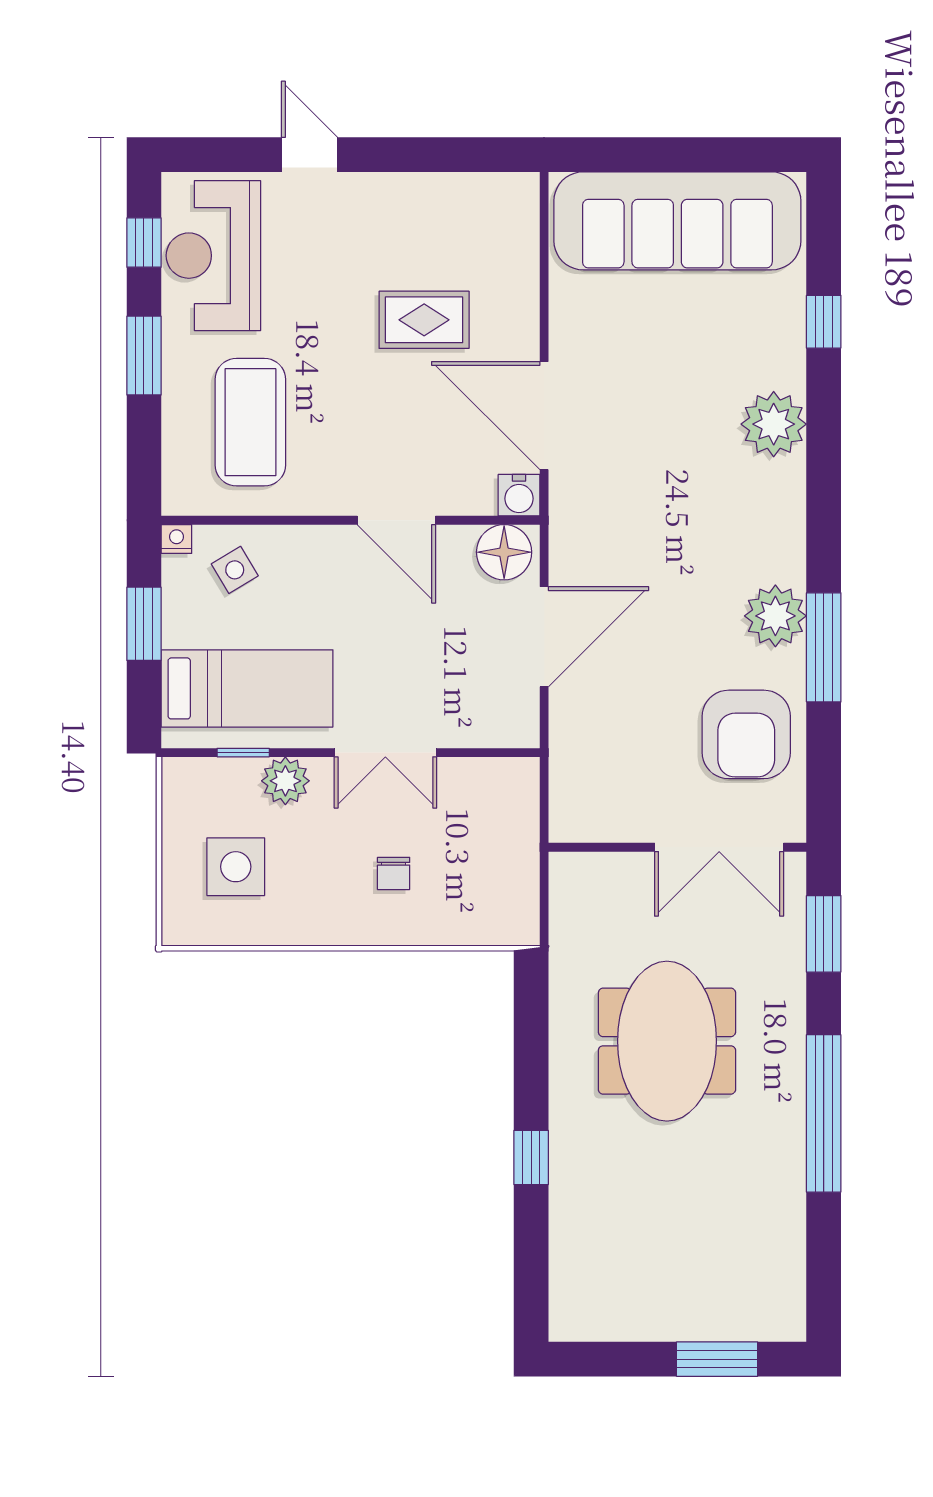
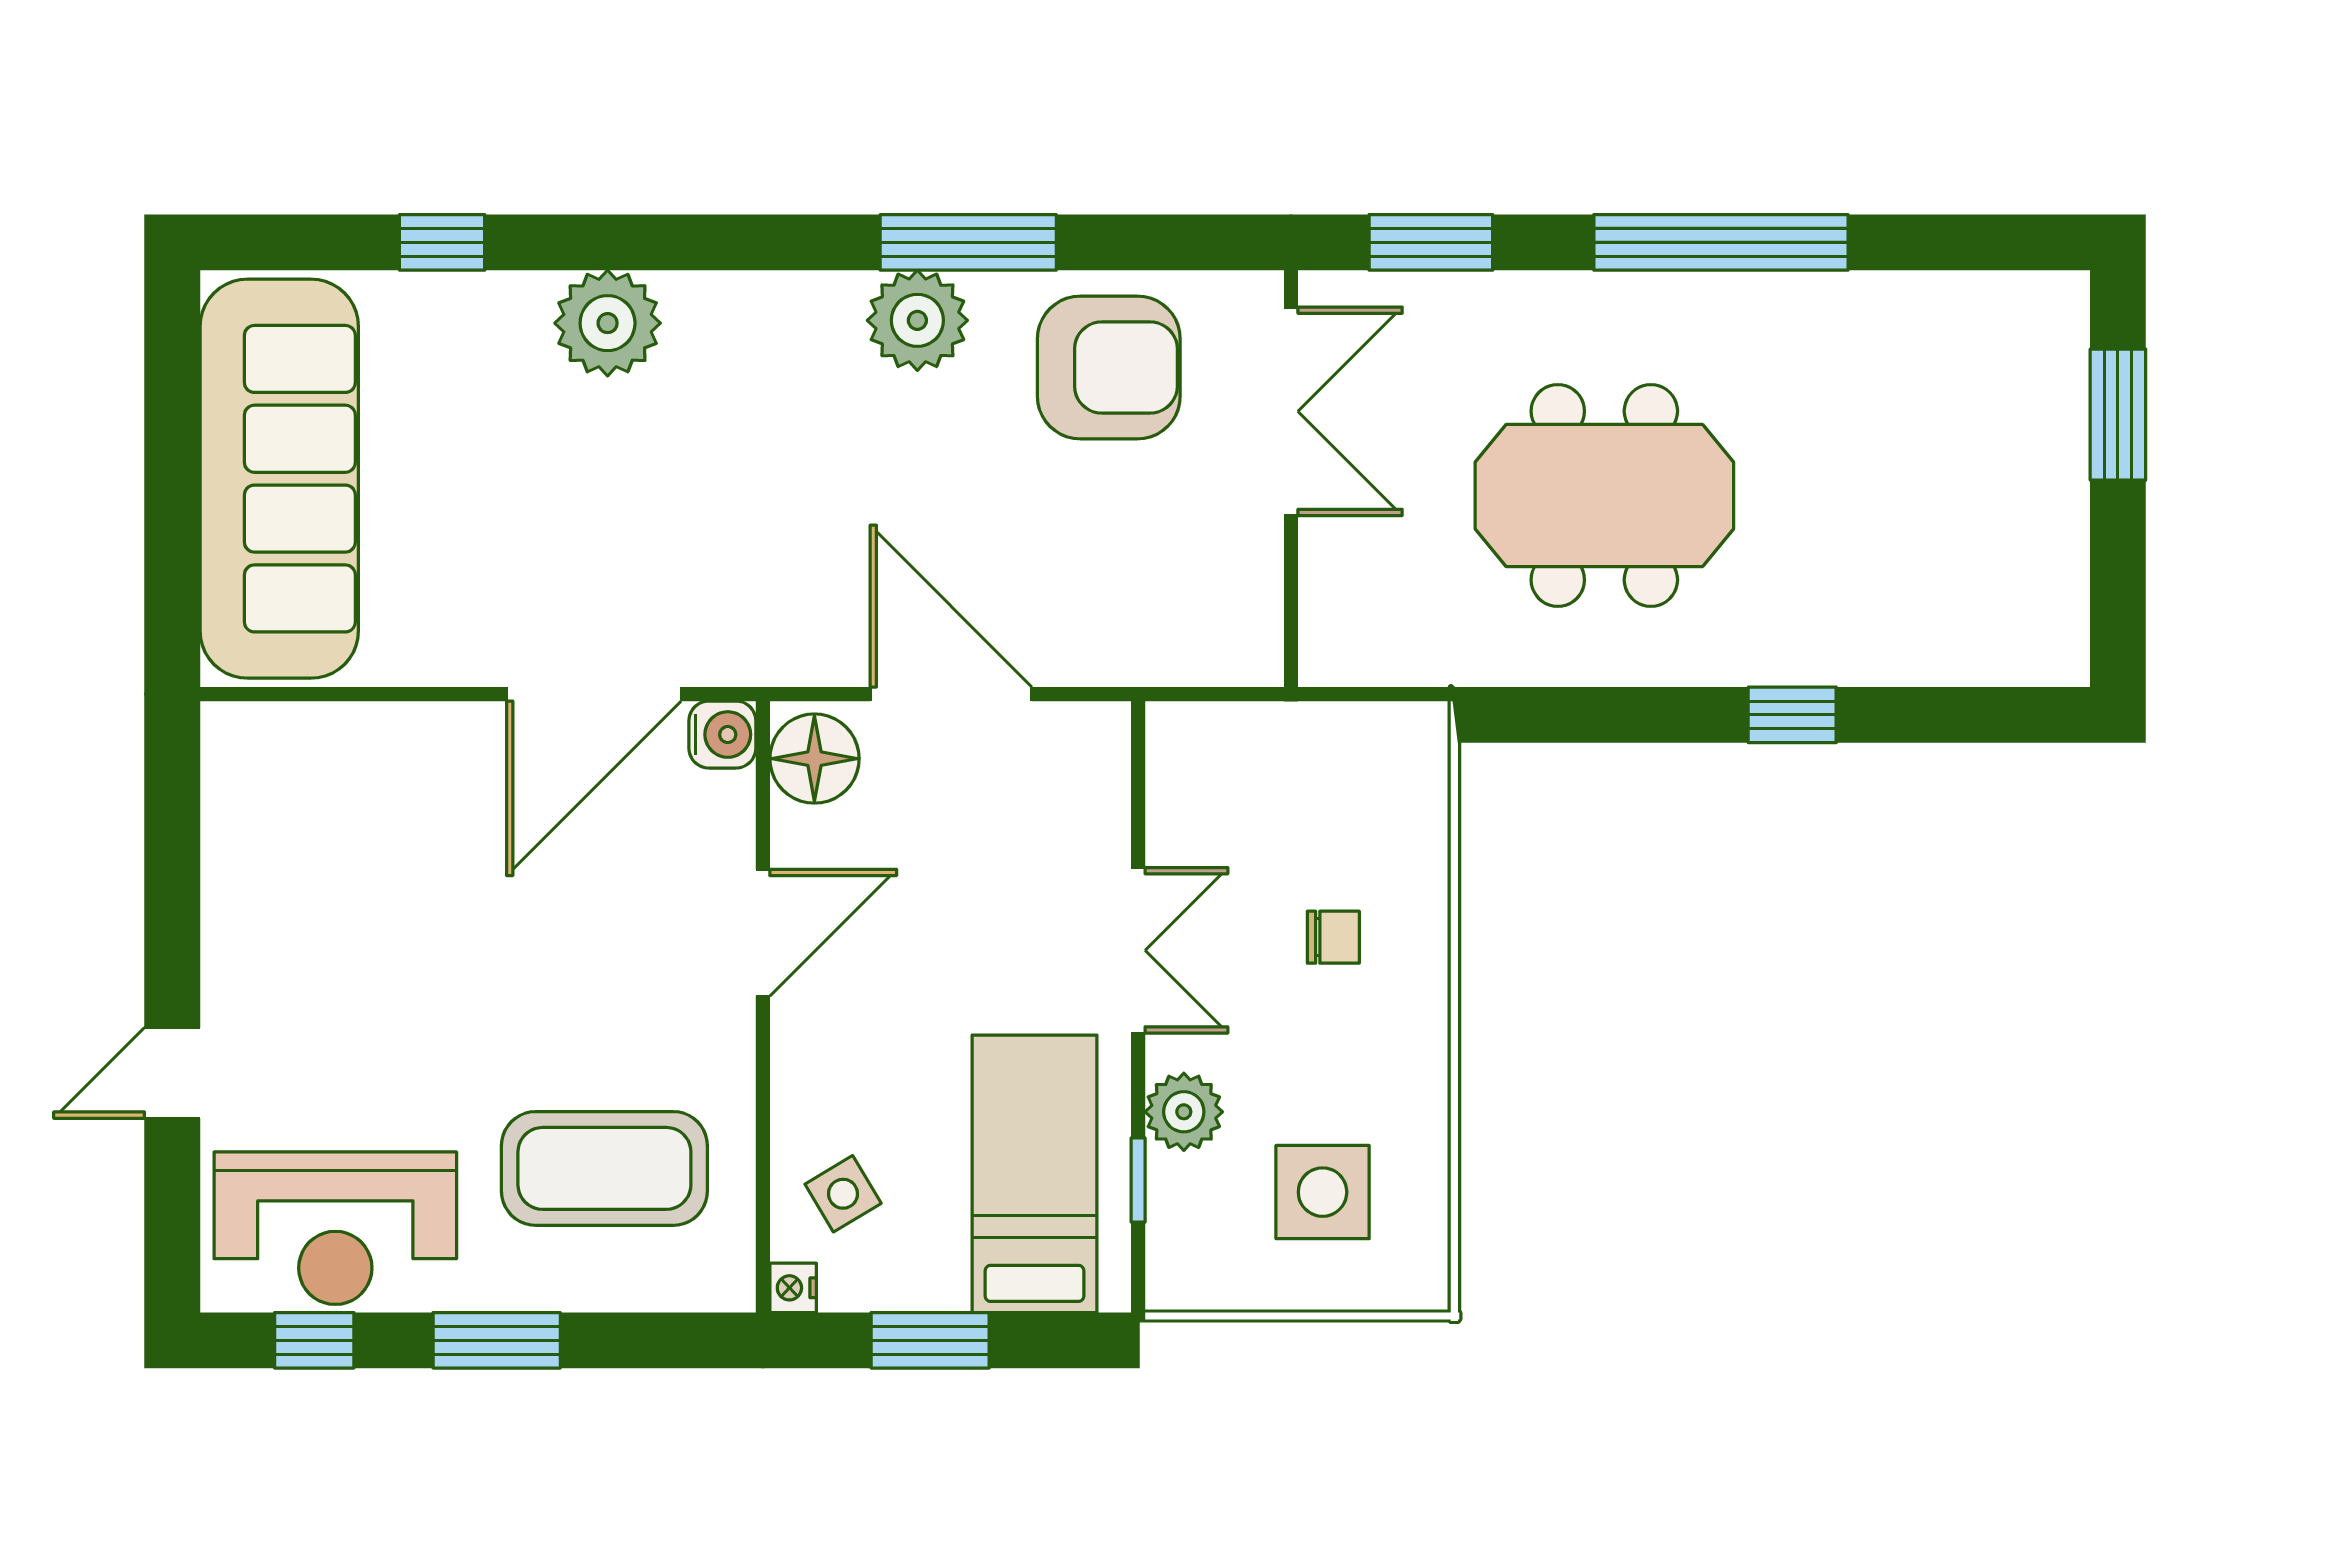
rug: (424, 320) -> (439, 888), removed

